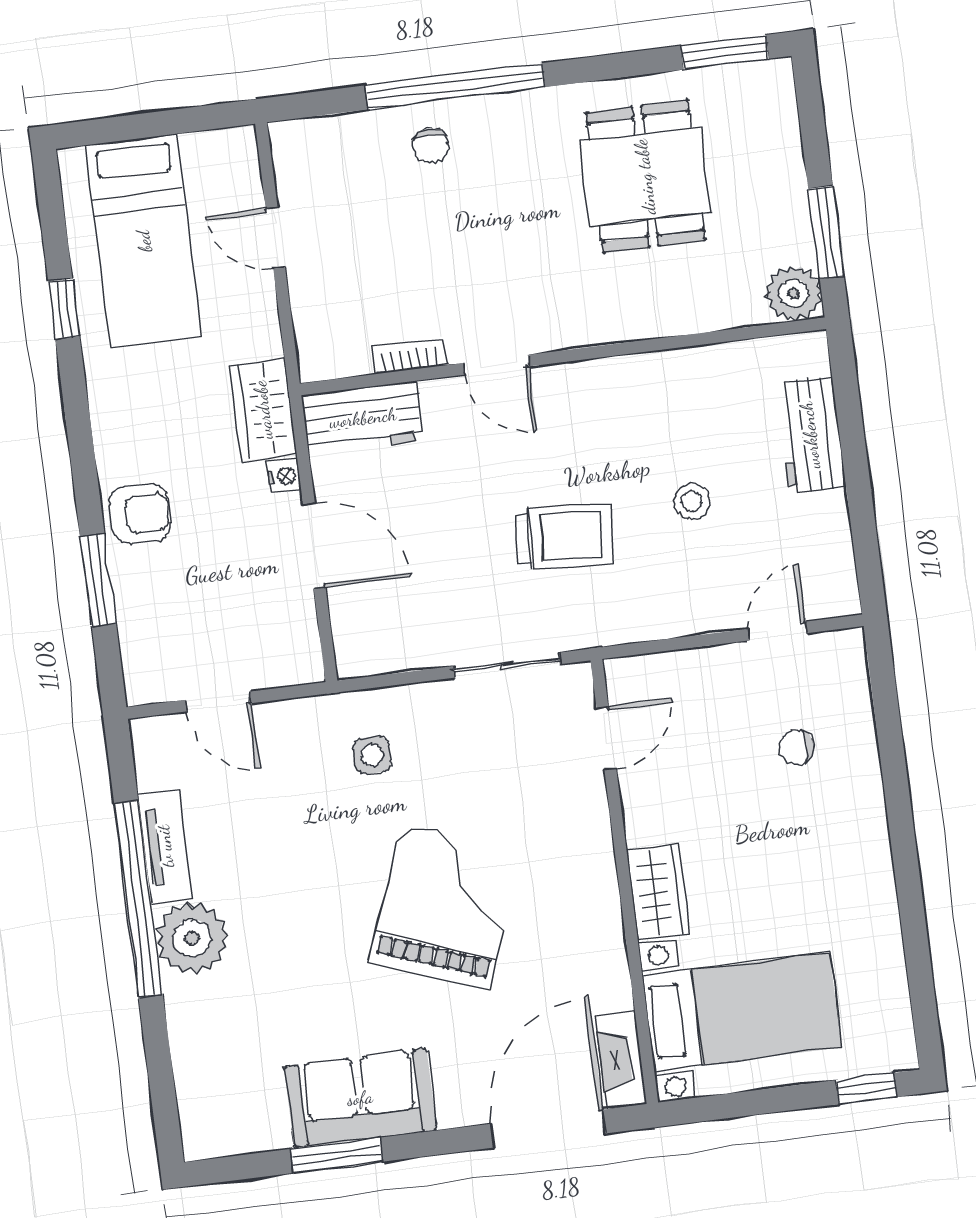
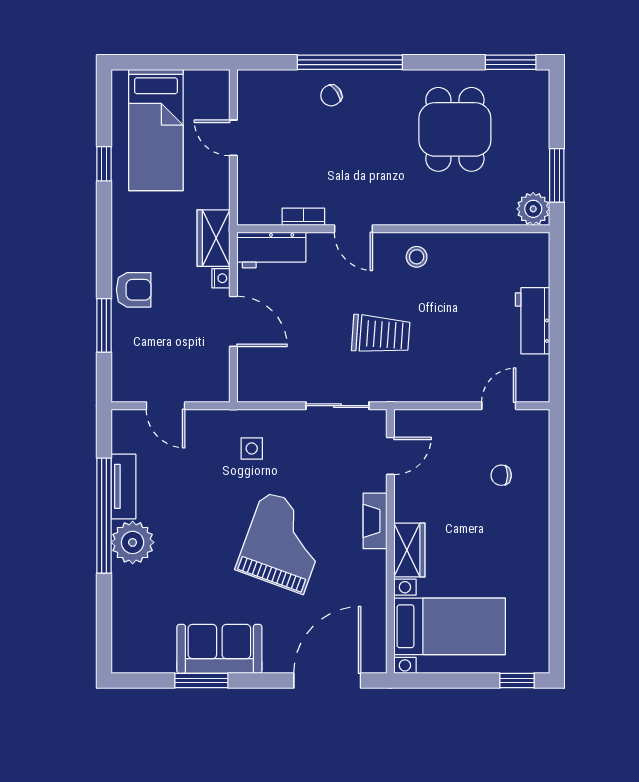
chair: (431, 146) -> (331, 95), turned 57
workbench: (810, 435) -> (533, 321), moved
stool: (692, 501) -> (417, 257), moved
fireplace: (621, 1060) -> (375, 521), moved

